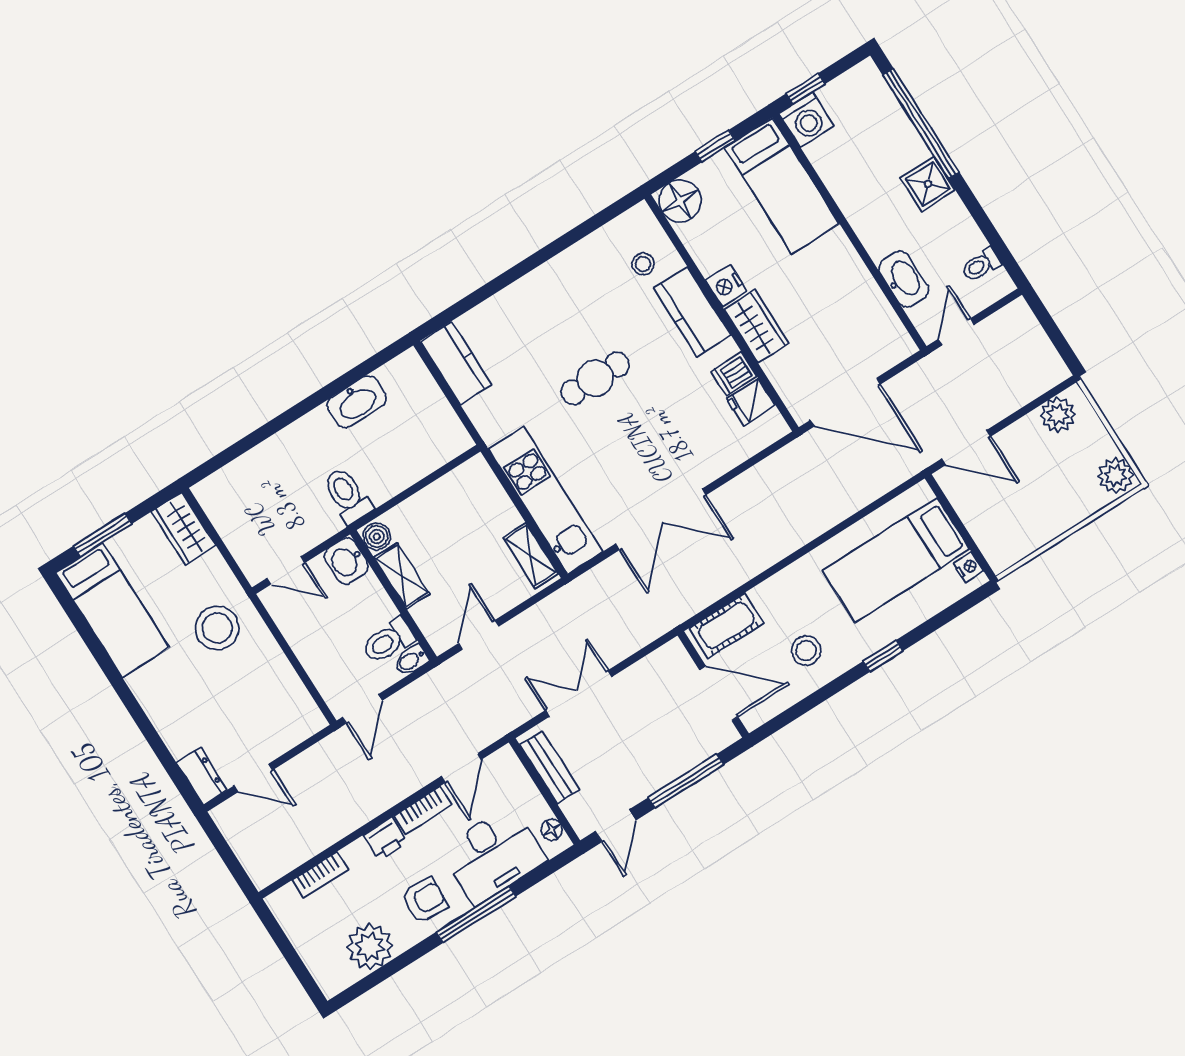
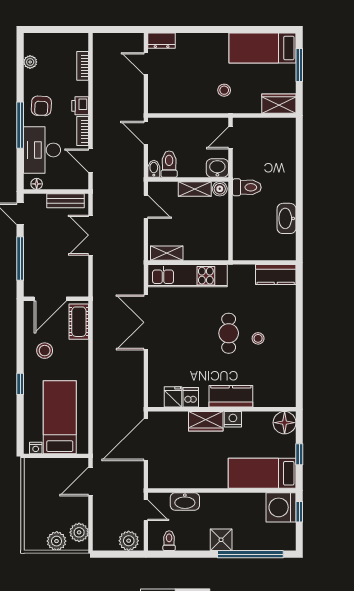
washing machine: (807, 120) -> (281, 507), width x1.37, depth x1.37
stool: (643, 264) -> (258, 338), moved
plant: (1021, 328) -> (129, 541), added
plant: (1116, 476) -> (57, 541), moved
stool: (217, 628) -> (224, 90), width x0.53, depth x0.53
double door: (579, 694) -> (91, 235), swing flipped
door: (254, 778) -> (146, 64), hinge flipped
plant: (370, 947) -> (30, 62), width x0.53, depth x0.53

